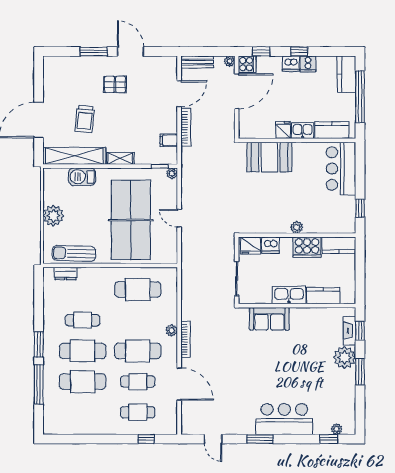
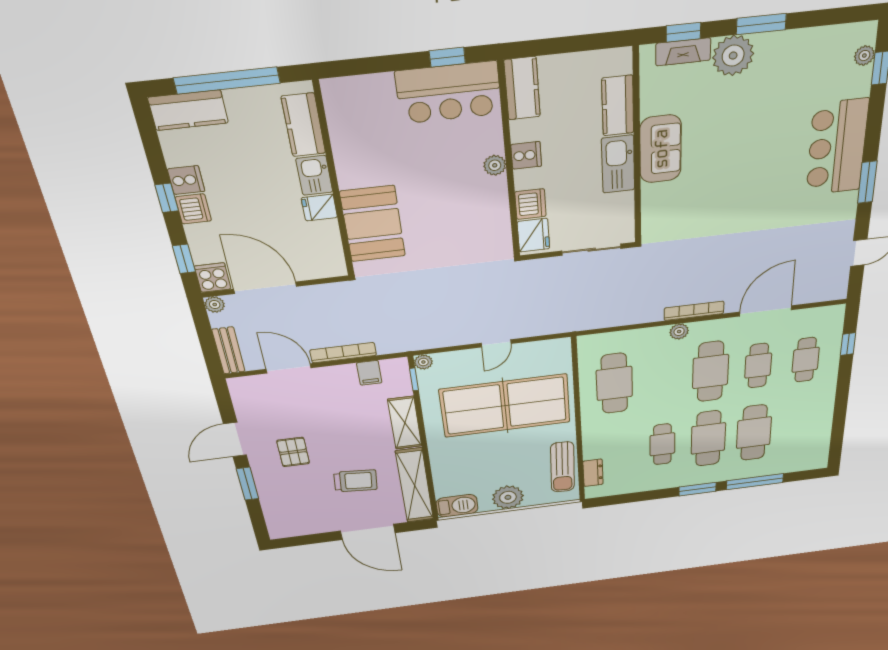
shelving: (120, 158) -> (405, 423), width x1.50, depth x1.33
bar counter: (341, 169) -> (449, 93), moved
barbecue: (82, 177) -> (457, 506), moved, turned -90
cooker: (307, 247) -> (526, 155), width x0.53, depth x0.76
sofa: (269, 319) -> (661, 149), moved

